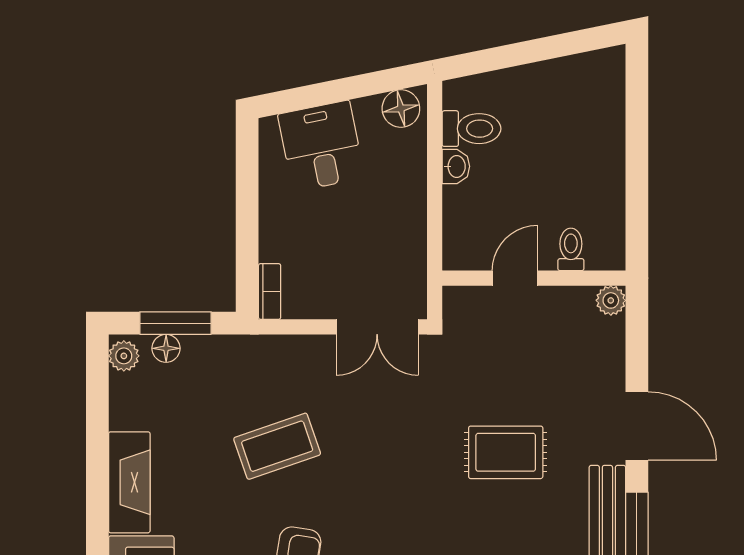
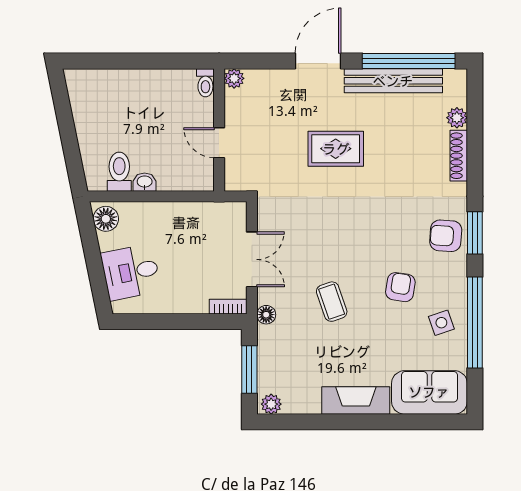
toilet: (571, 249) -> (205, 83), moved, turned -90
double door: (377, 327) -> (252, 259), moved
floor lamp: (166, 348) -> (266, 315), moved
coffee table: (277, 446) -> (332, 302), width x0.73, depth x0.77
rug: (506, 452) -> (336, 149), turned 90

